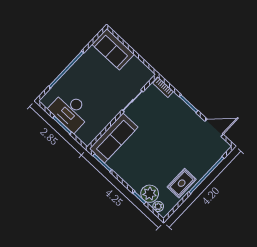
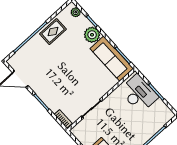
desk: (70, 111) -> (139, 94), moved
sofa: (114, 138) -> (112, 59), moved, turned -90
plant: (150, 194) -> (92, 35), moved

